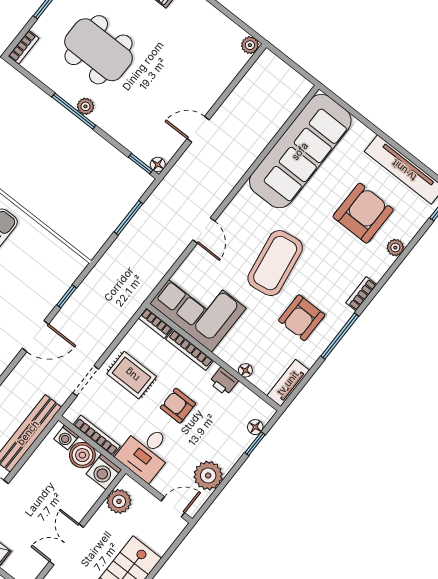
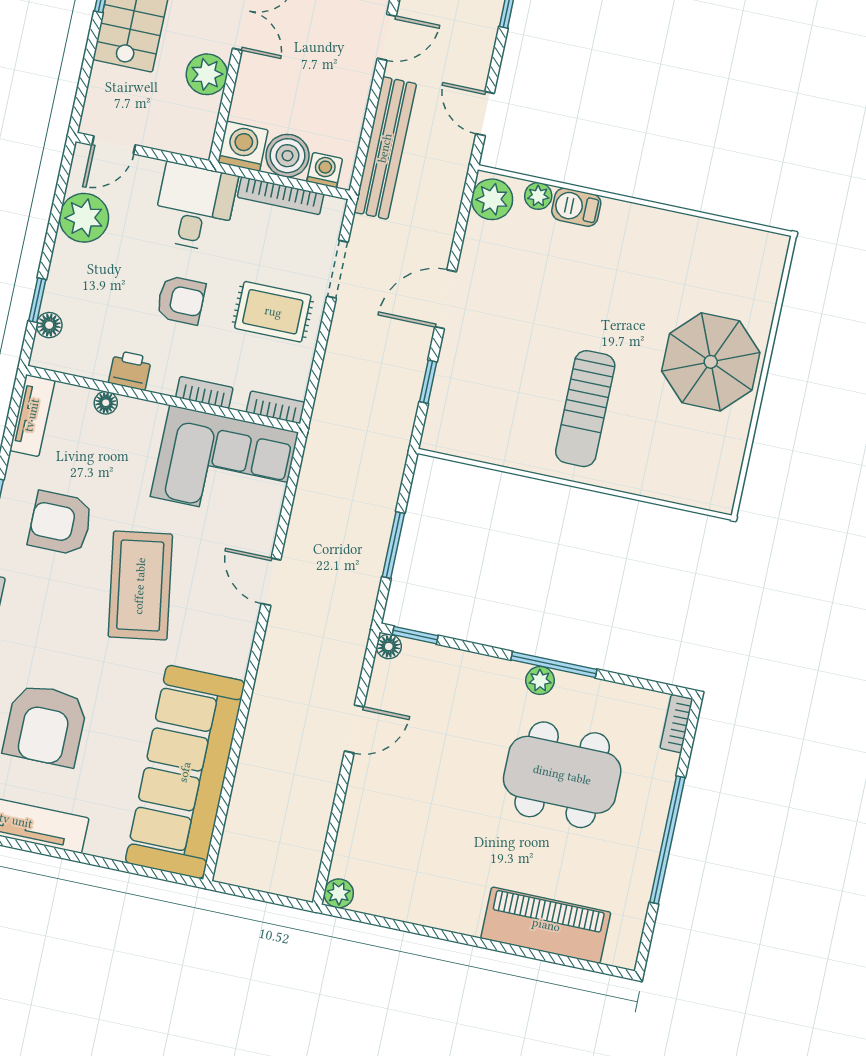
armchair: (302, 318) -> (60, 523), turned -90
bookcase: (190, 350) -> (204, 392), width x0.64
plant: (119, 501) -> (207, 74), moved

